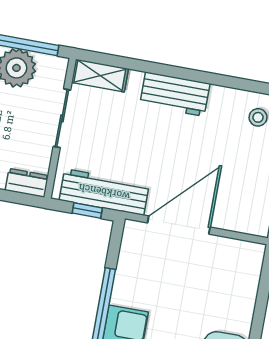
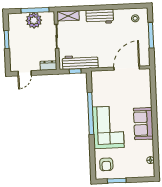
door: (179, 225) -> (127, 68), moved

